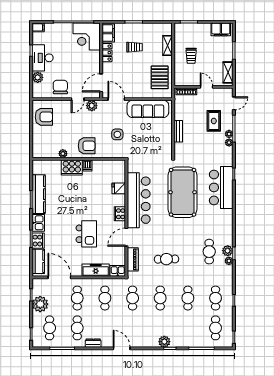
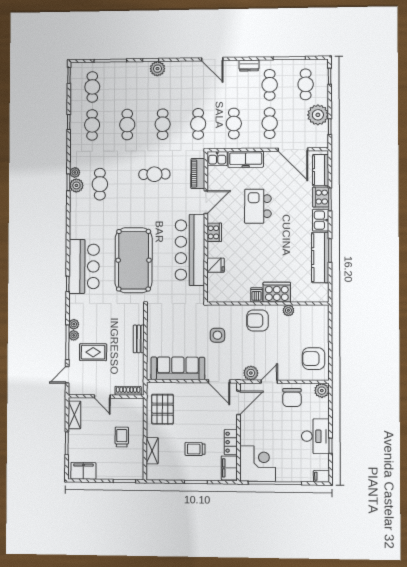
plant: (38, 77) -> (322, 391), moved
rug: (214, 121) -> (93, 352), turned 90

